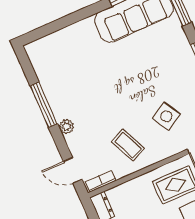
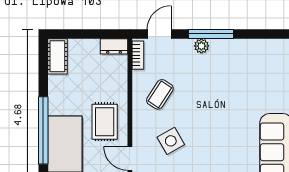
window: (44, 105) -> (211, 34), moved
coffee table: (128, 145) -> (160, 94), turned -33

